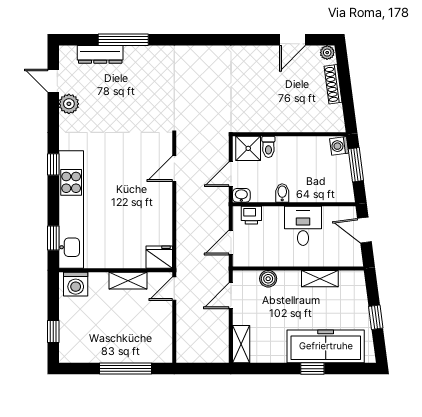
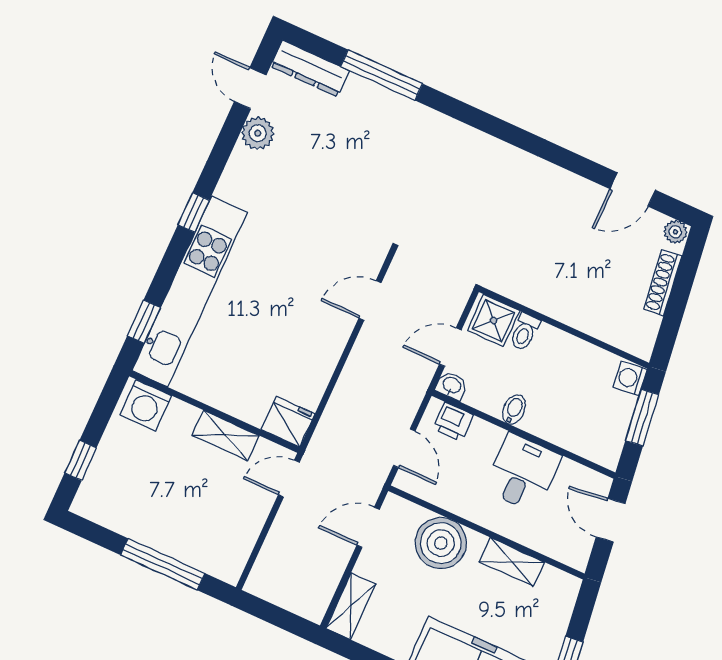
dresser: (100, 54) -> (310, 69), moved
door: (231, 242) -> (404, 448), swing flipped
boiler: (268, 279) -> (441, 543), width x1.86, depth x1.86

